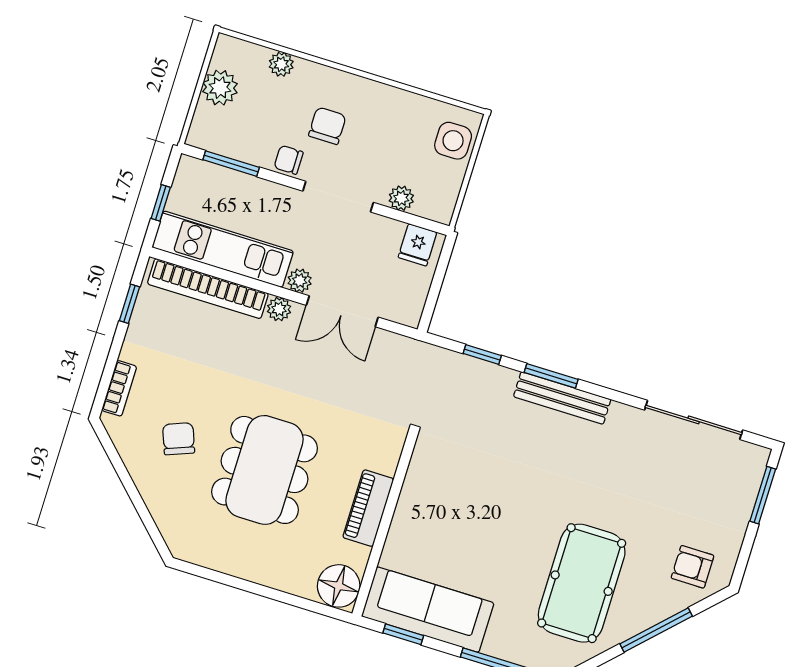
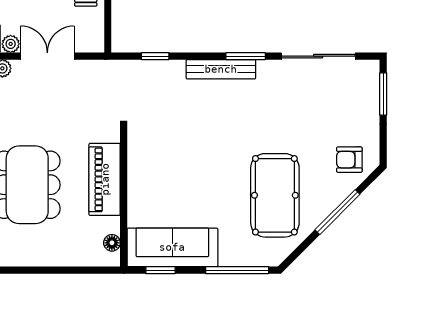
double door: (342, 311) -> (47, 56), swing flipped
window: (551, 376) -> (246, 56), moved
piano: (368, 508) -> (105, 179), width x1.37, depth x1.33
floor lamp: (339, 586) -> (112, 243), width x0.53, depth x0.53

